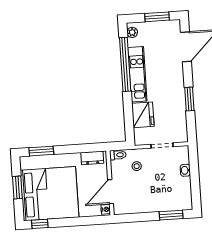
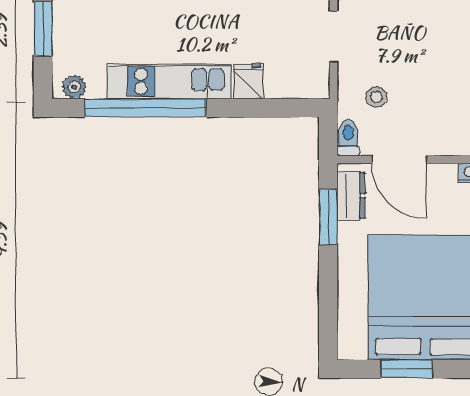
fridge: (143, 115) -> (249, 81), width x0.53, depth x0.75
window: (41, 151) -> (328, 217), moved
door: (111, 192) -> (399, 159), moved

